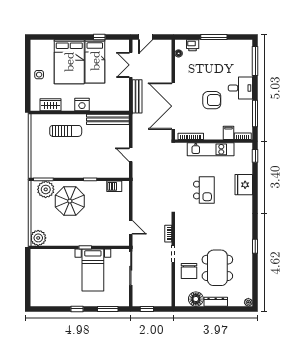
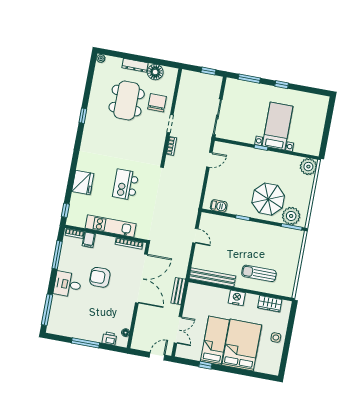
bench: (137, 96) -> (178, 291), width x0.73
door: (131, 227) -> (209, 160), swing flipped
bed with nightstands: (93, 270) -> (278, 126), moved

